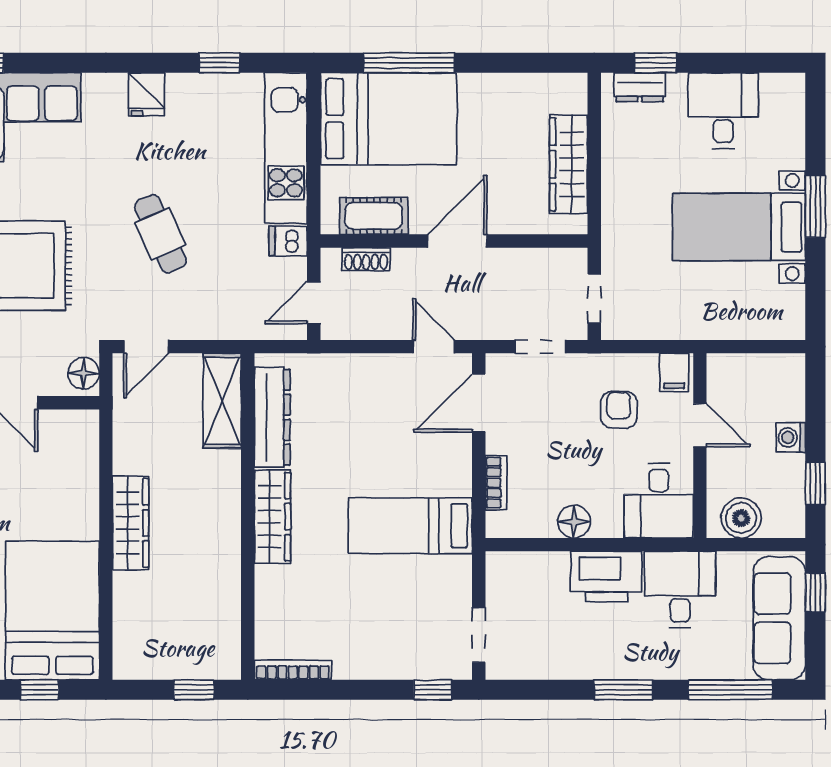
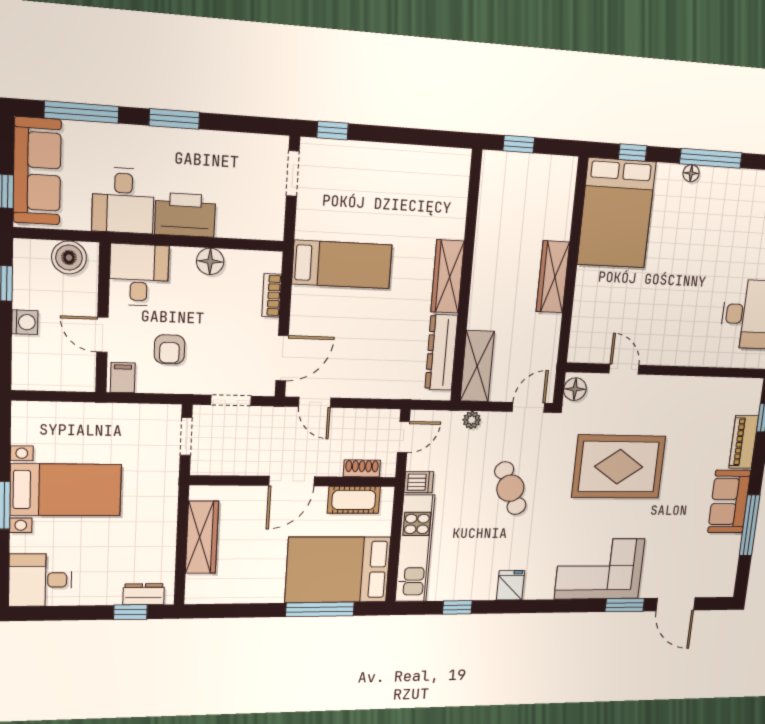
desk: (723, 111) -> (40, 580), moved, turned 90
plant: (223, 328) -> (472, 420), added
bookcase: (293, 670) -> (442, 155), removed

